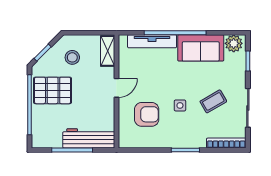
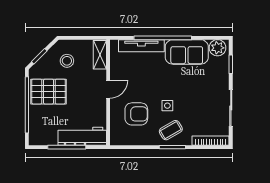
coffee table: (213, 101) -> (171, 130), moved

